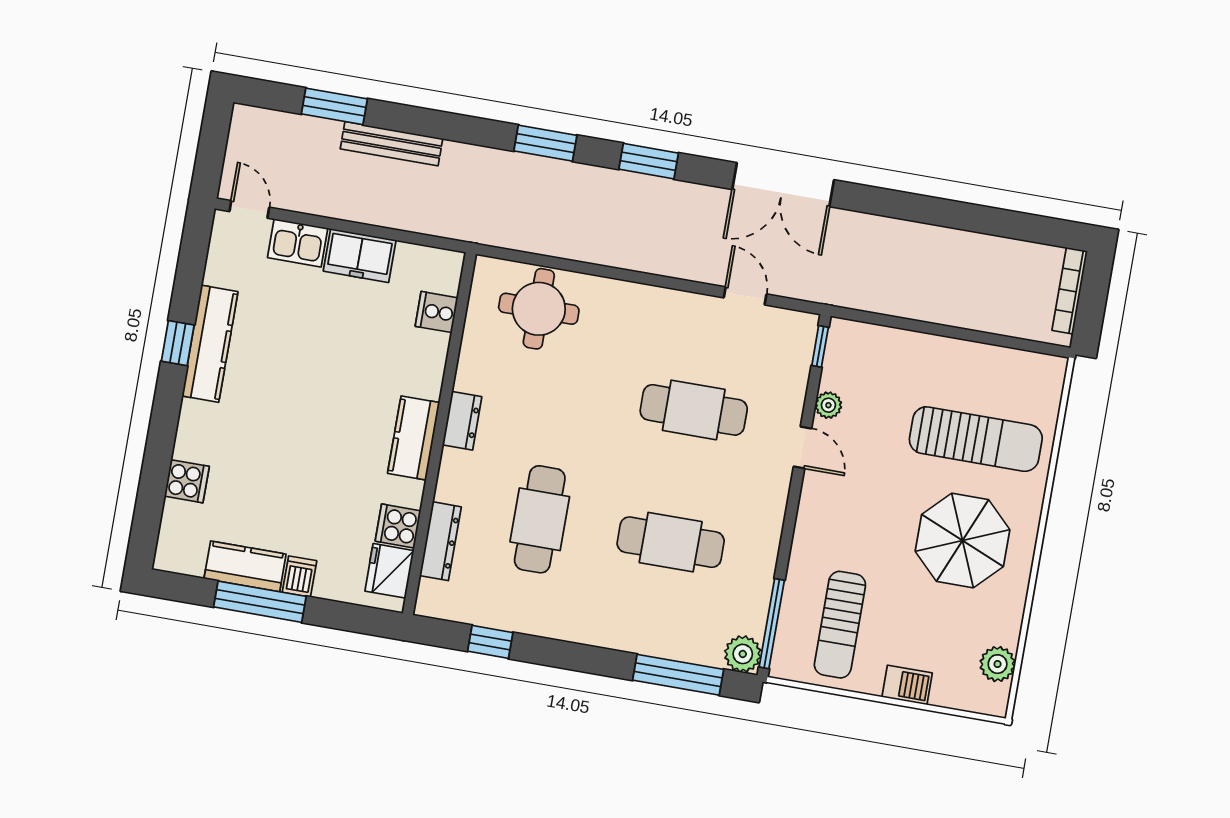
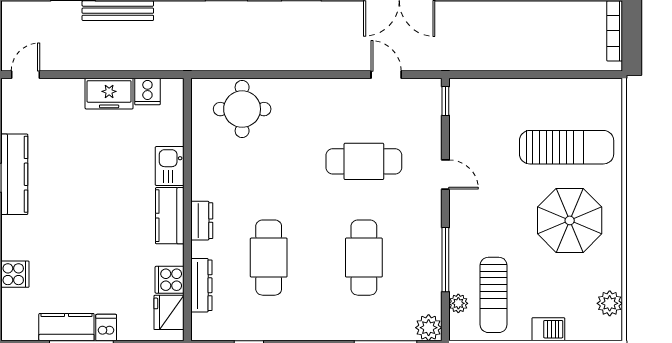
door: (249, 209) -> (26, 75), hinge flipped
kitchen sink: (298, 243) -> (170, 166), moved, turned 90
cooker: (437, 312) -> (147, 92), moved, turned -90
plant: (828, 405) -> (458, 303), moved
dresser: (462, 421) -> (202, 221), moved
cafe table: (671, 542) -> (364, 258), turned 90
window: (772, 624) -> (445, 260), moved

